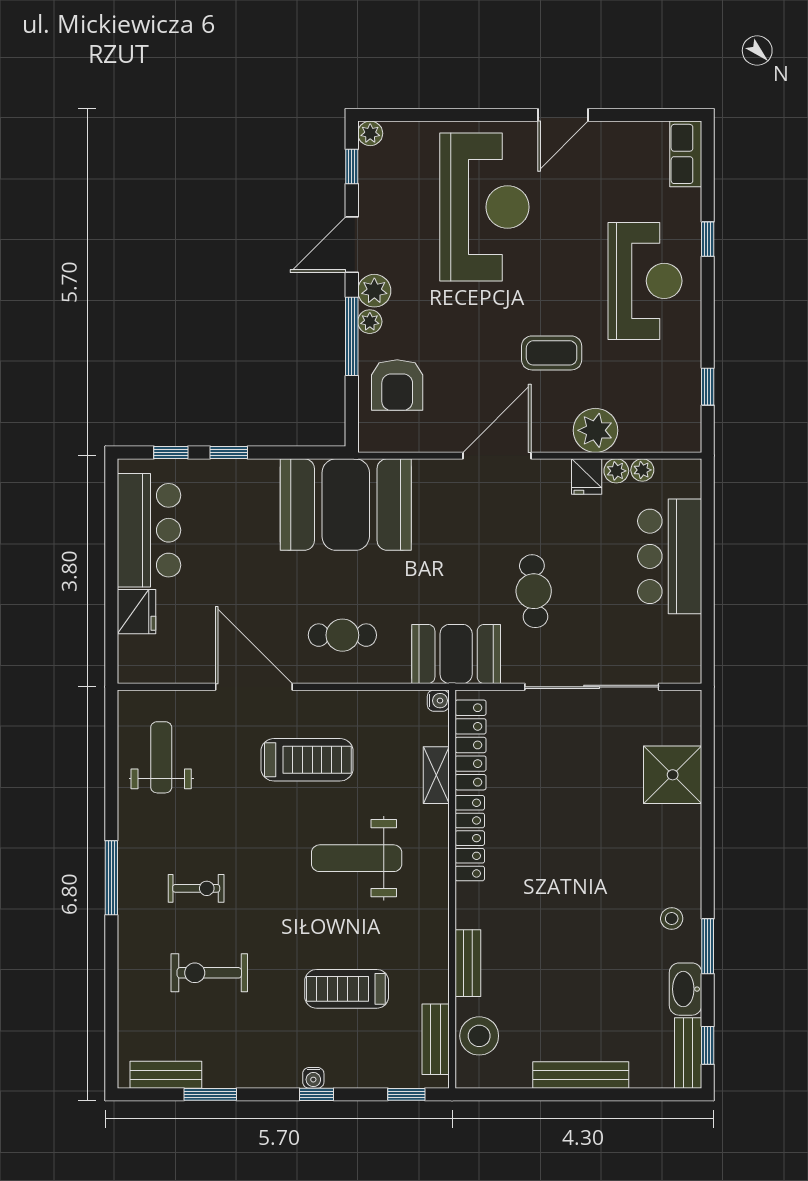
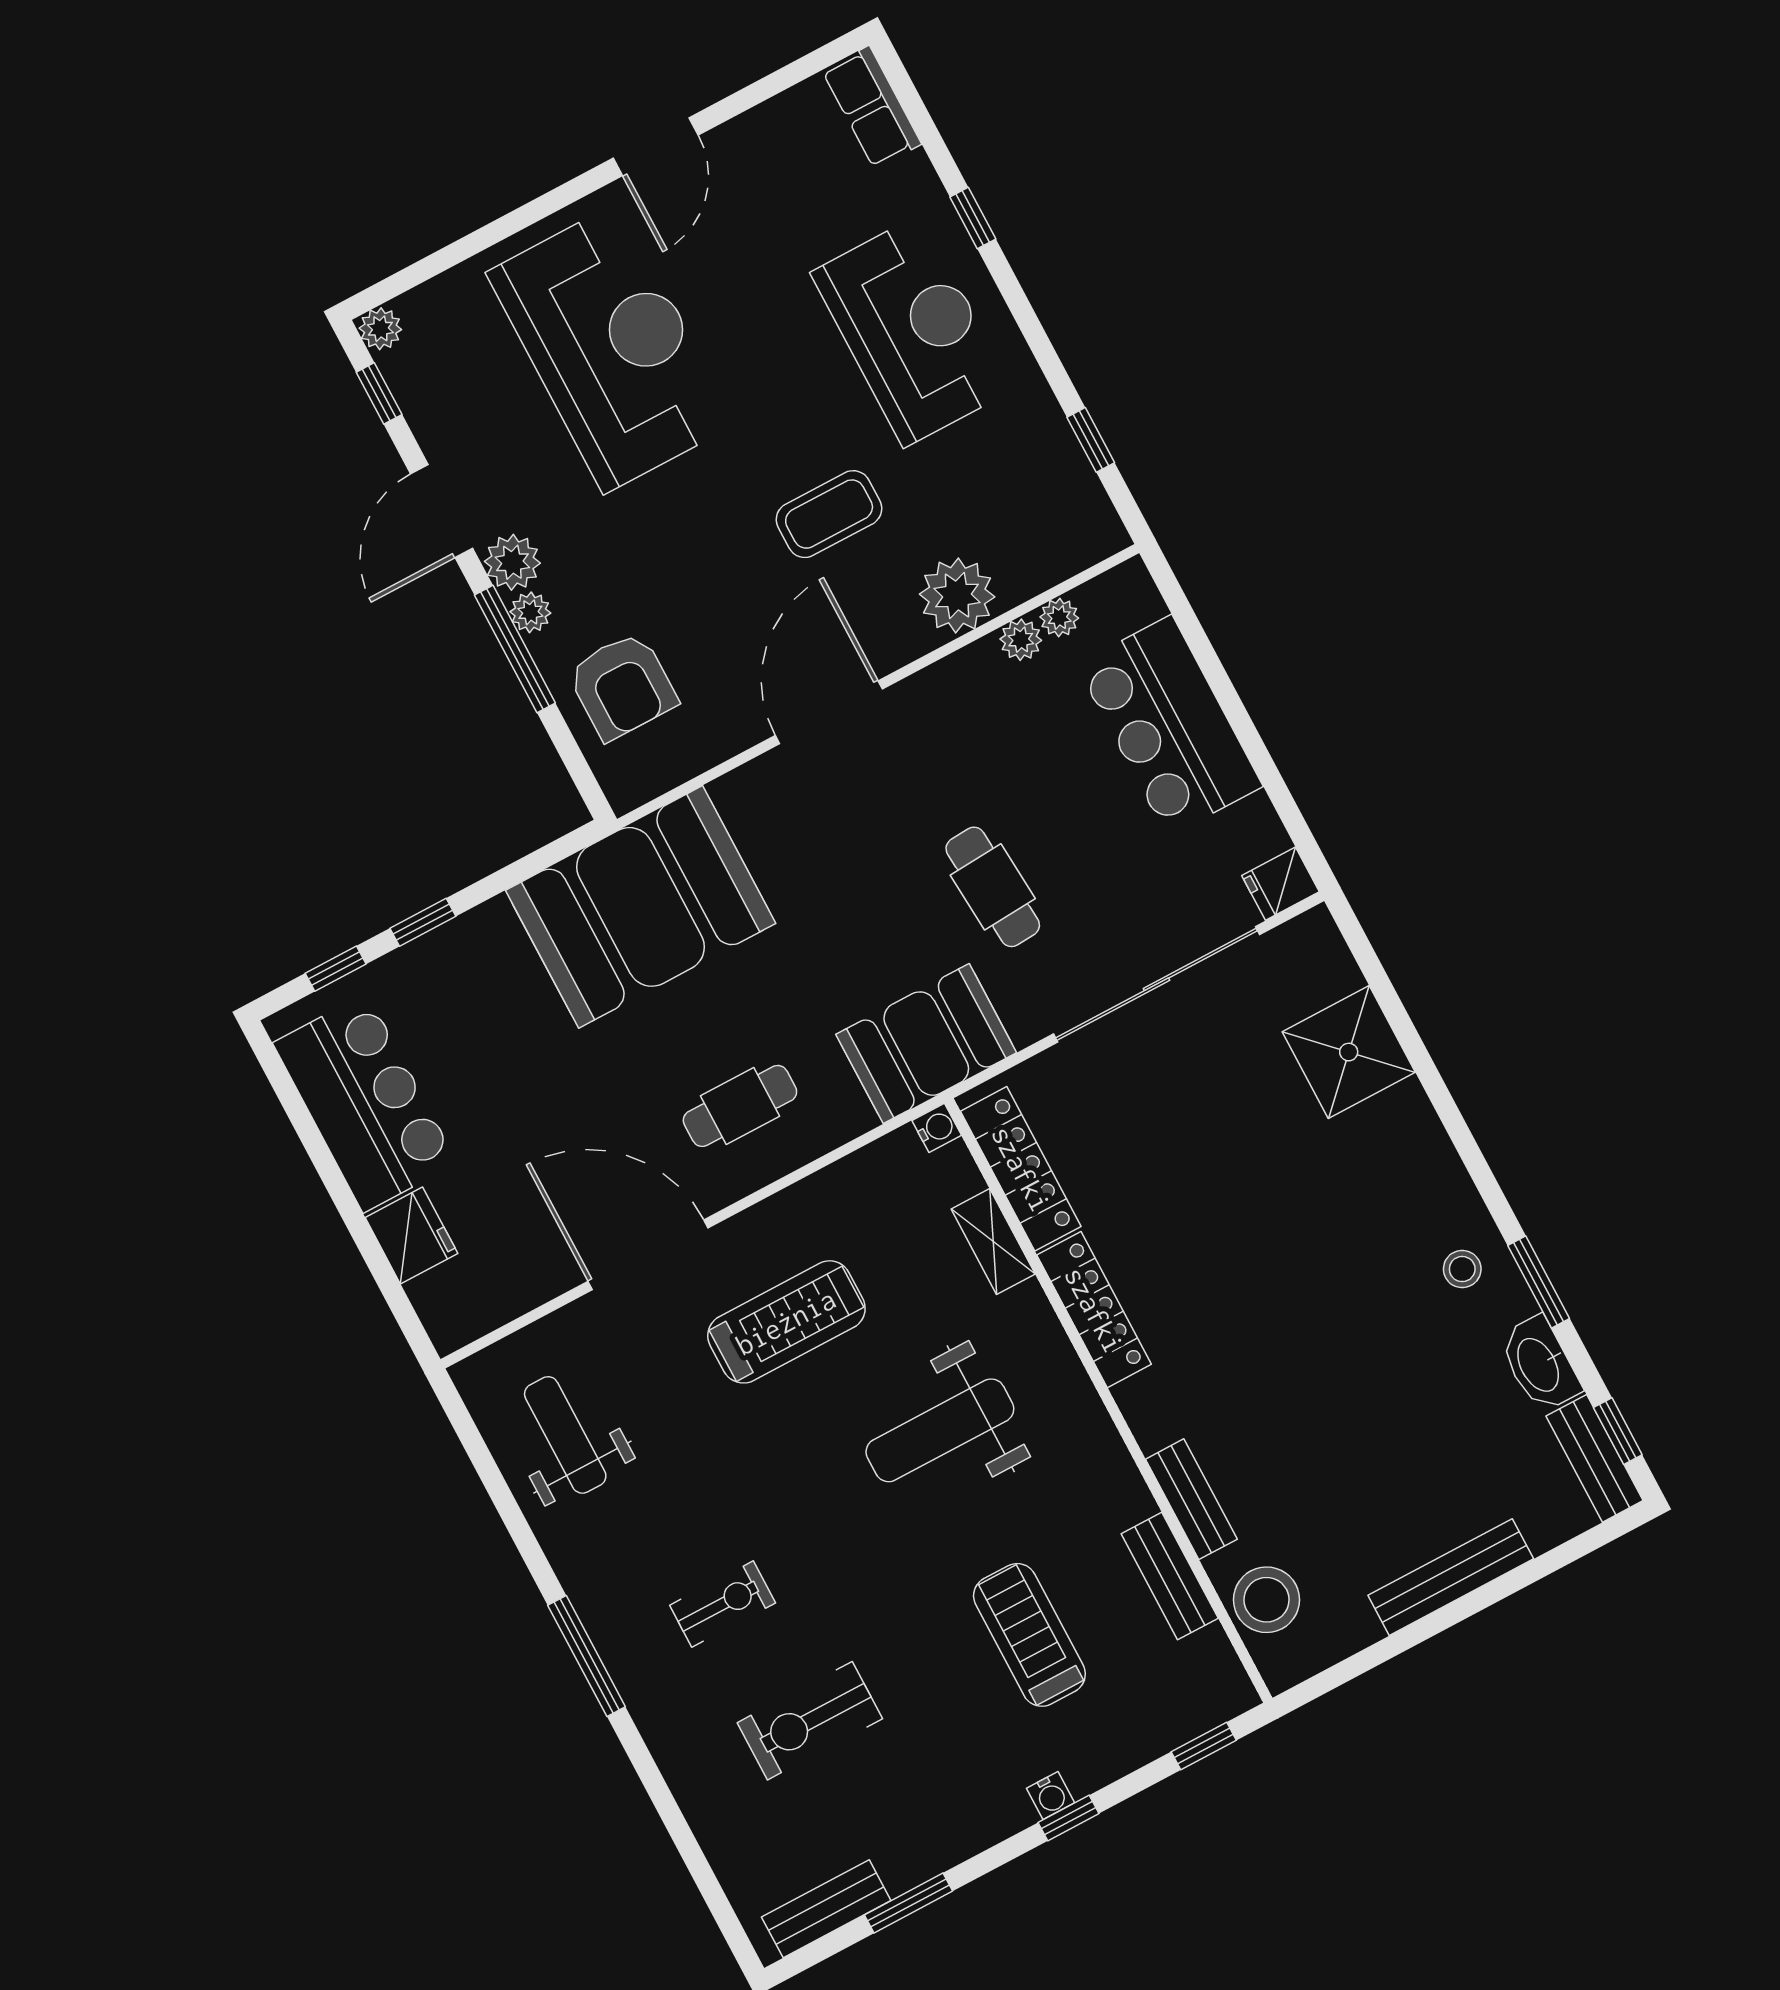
fridge: (587, 476) -> (1281, 884), moved, turned 90
treadmill: (347, 989) -> (1029, 1635), turned 90
bench: (436, 1039) -> (1170, 1576), moved

